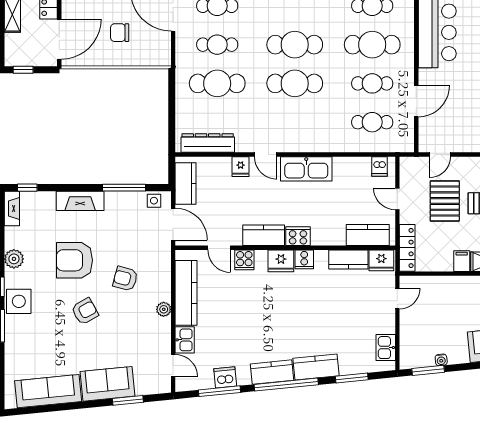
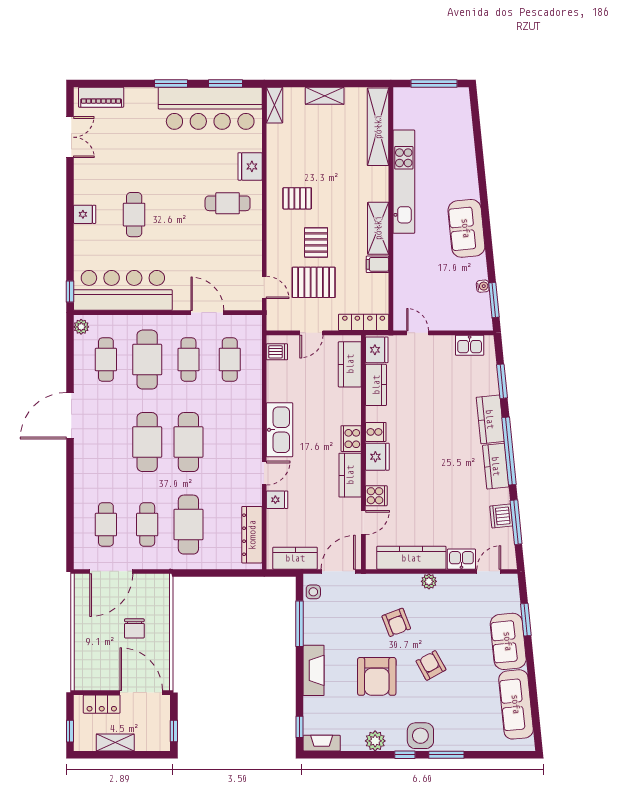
armchair: (125, 279) -> (396, 622), turned -36

